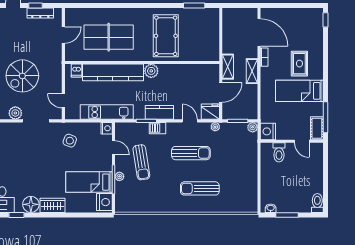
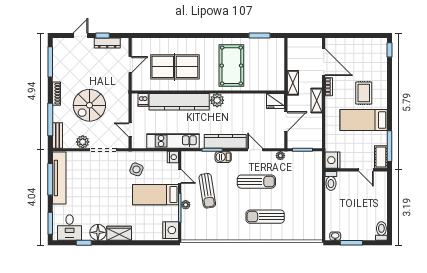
shelving: (228, 67) -> (293, 83), moved
kitchen counter: (159, 112) -> (225, 141), width x1.50
fridge: (210, 112) -> (276, 101), moved, turned 180
plant: (253, 127) -> (317, 156), removed
toilet: (279, 152) -> (331, 181), moved
bed: (89, 182) -> (155, 195), moved

